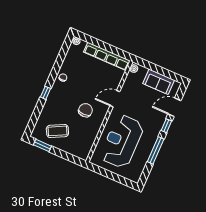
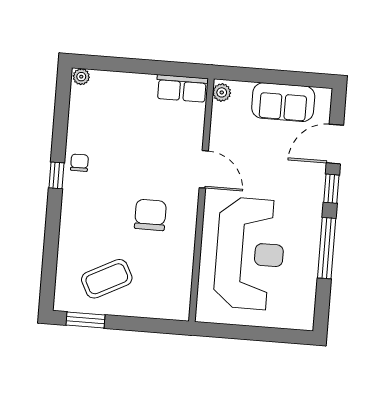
row of seats: (107, 56) -> (182, 88), width x0.50
window: (46, 93) -> (56, 175), moved
door: (115, 99) -> (204, 169), swing flipped
reception desk: (122, 141) -> (250, 254), turned 180

